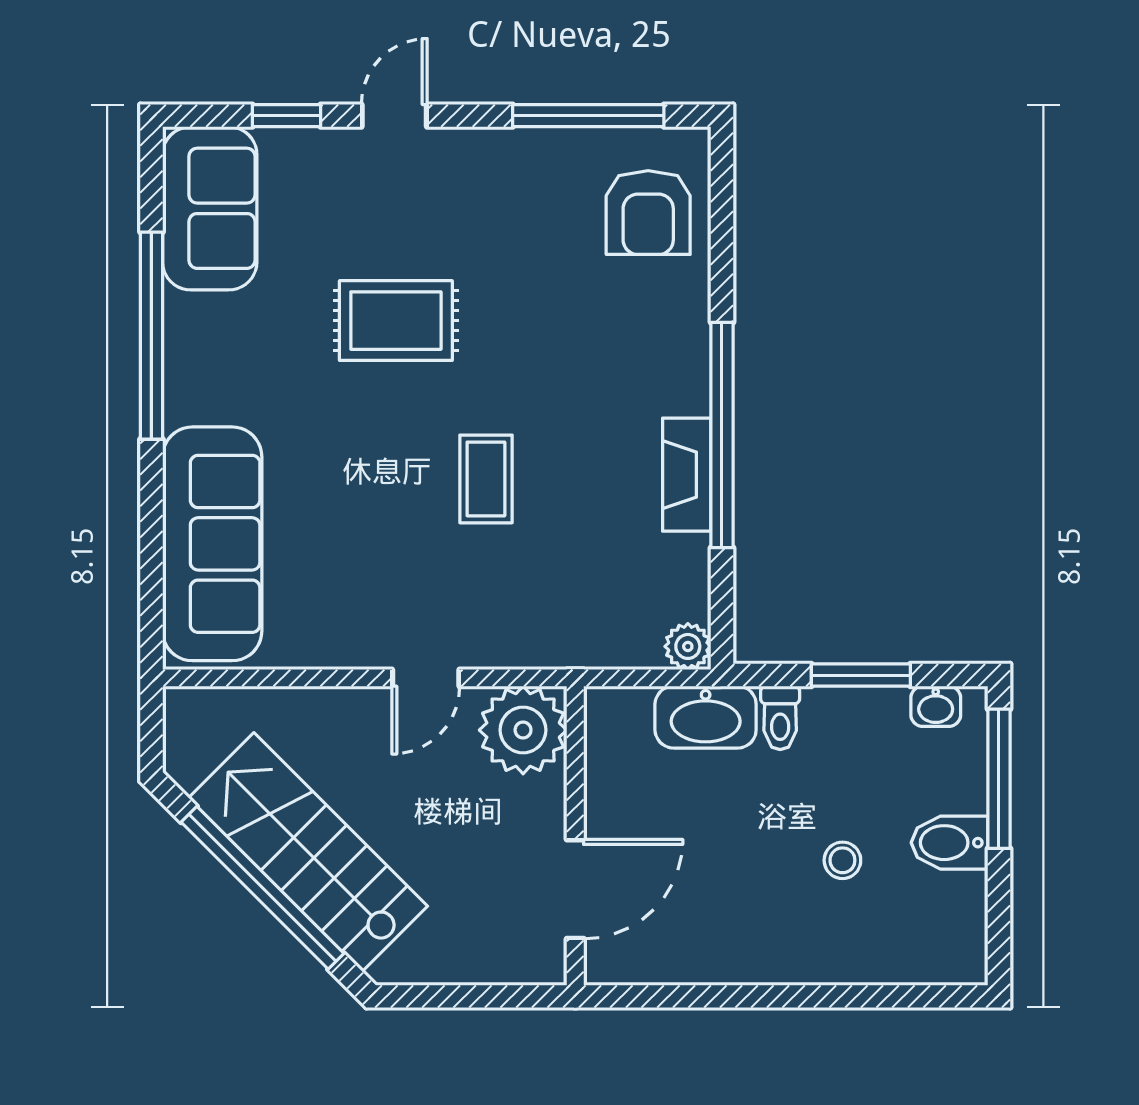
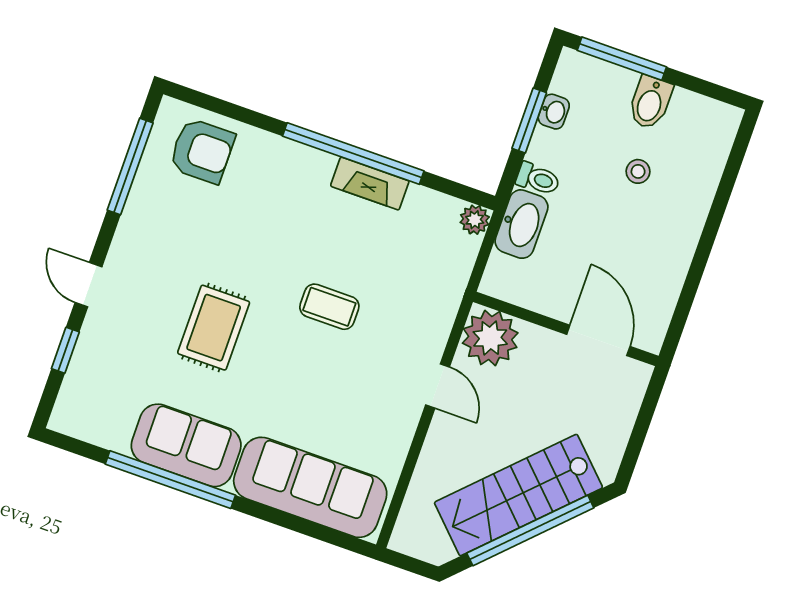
sofa: (210, 208) -> (186, 445), moved
washbasin: (936, 706) -> (554, 112), moved

